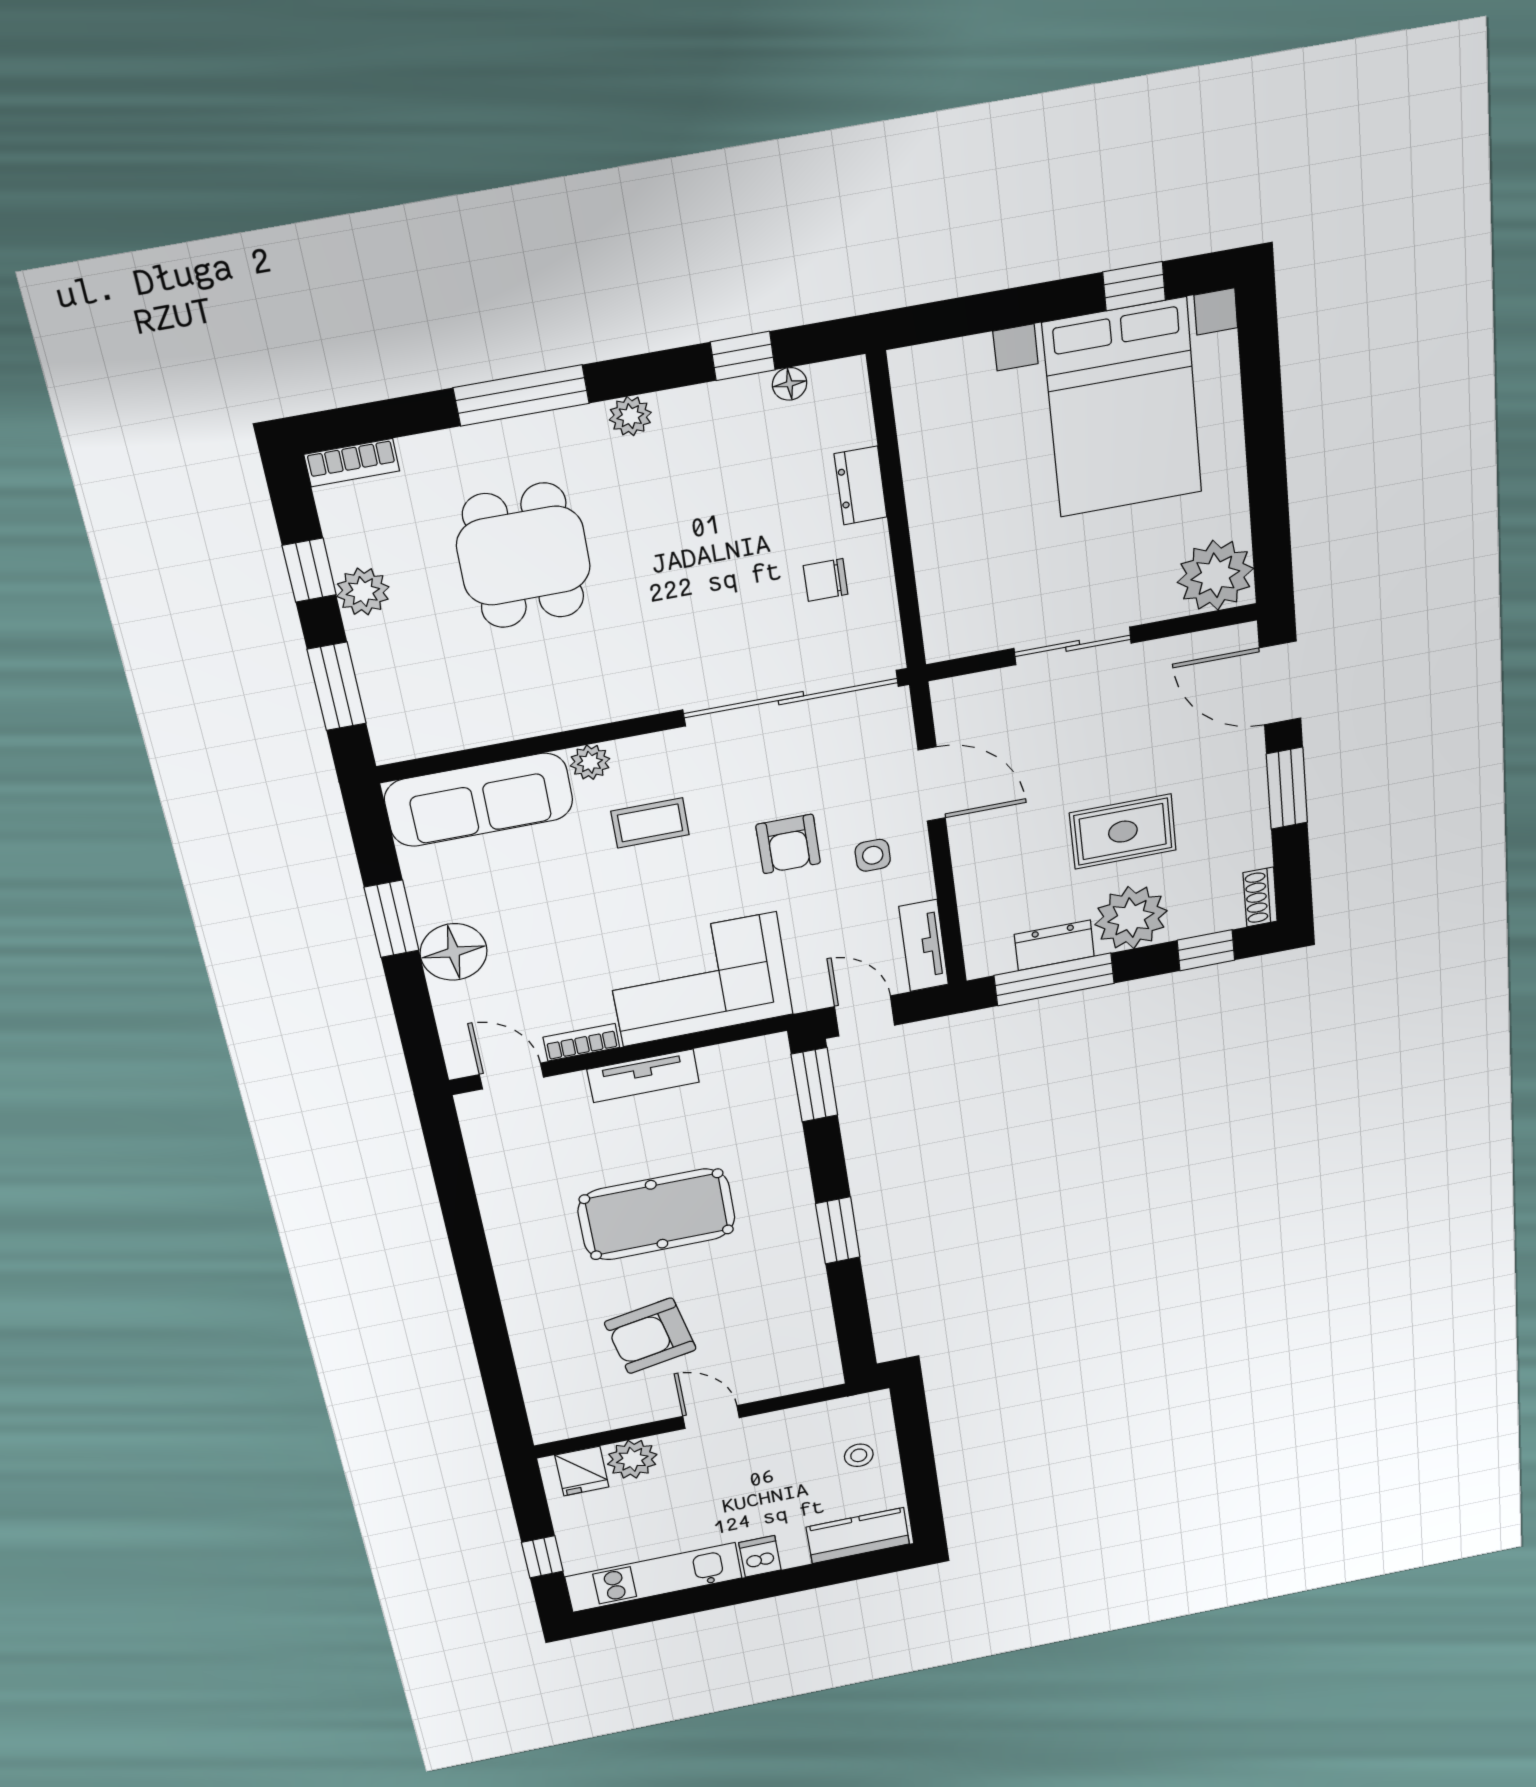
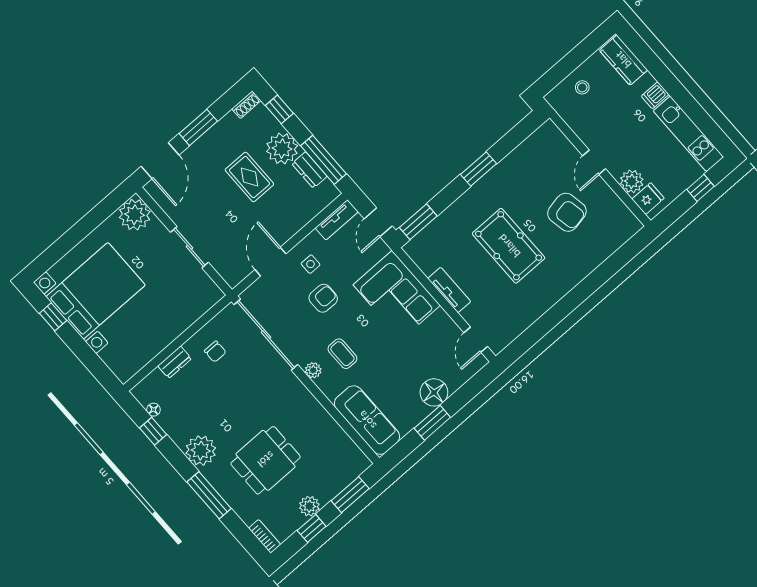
plant: (630, 416) -> (201, 451), width x1.87, depth x1.87
plant: (590, 762) -> (313, 370), moved
bookcase: (581, 1042) -> (447, 322), removed

